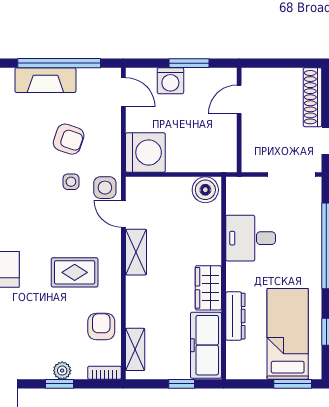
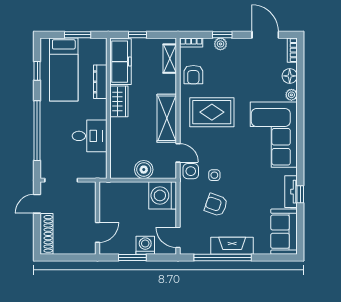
boiler: (205, 190) -> (144, 170), moved
shelving: (136, 252) -> (167, 118), width x1.50, depth x1.33
rug: (75, 272) -> (212, 112), width x1.36, depth x1.43
window: (293, 384) -> (78, 35), moved

